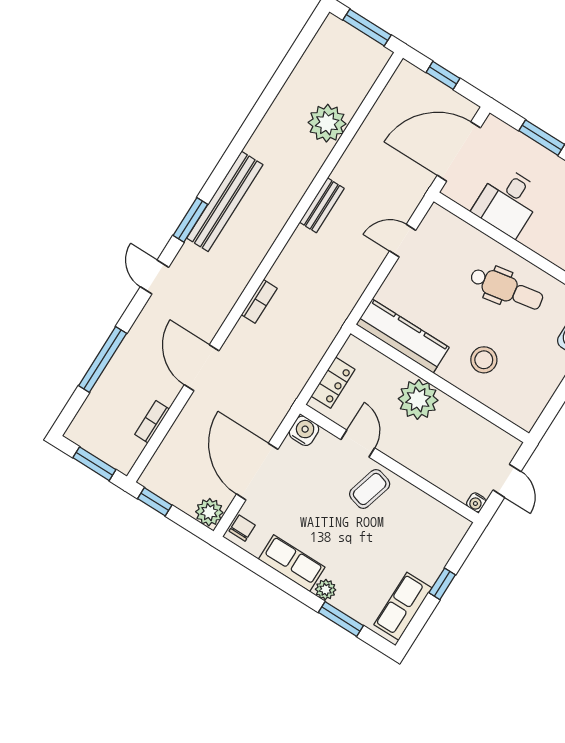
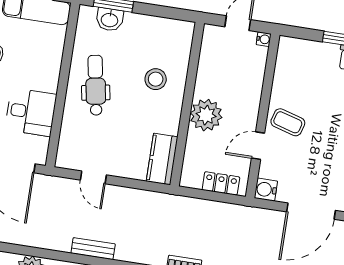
kitchen counter: (403, 336) -> (162, 159), width x0.67

